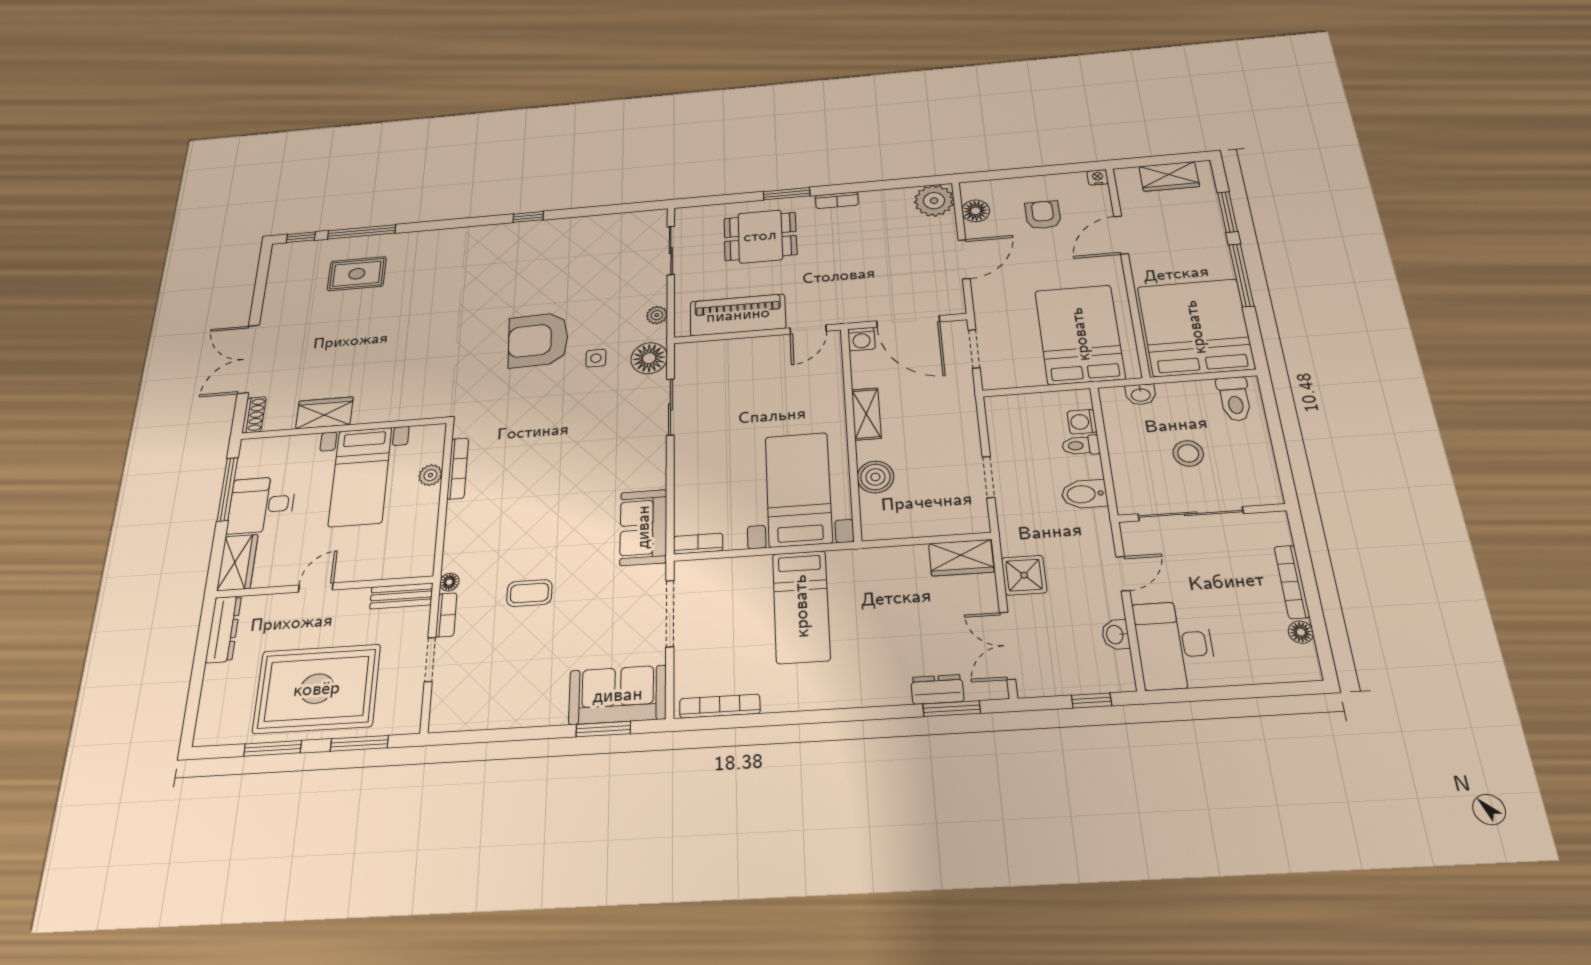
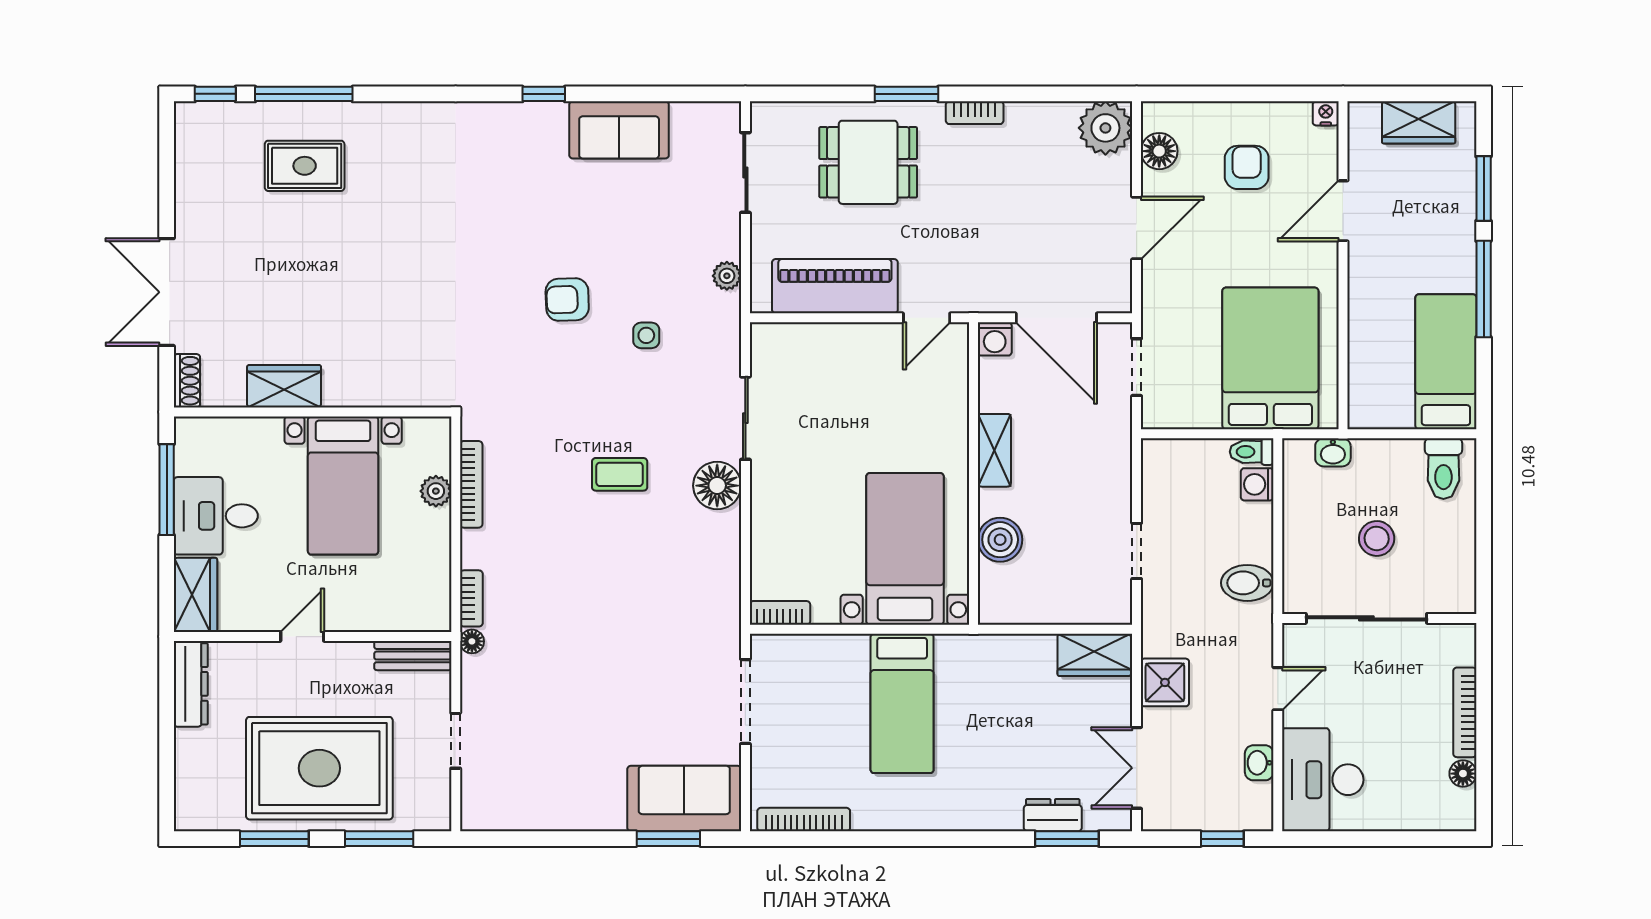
bed: (1195, 327) -> (1446, 362), width x0.49
armchair: (538, 340) -> (567, 300), width x0.53, depth x0.53
floor lamp: (649, 358) -> (717, 486), moved
toilet: (1081, 445) -> (1252, 452), moved
sofa: (643, 527) -> (619, 130), moved, turned -90
coffee table: (529, 593) -> (620, 474), moved
bookcase: (446, 615) -> (471, 598), moved

